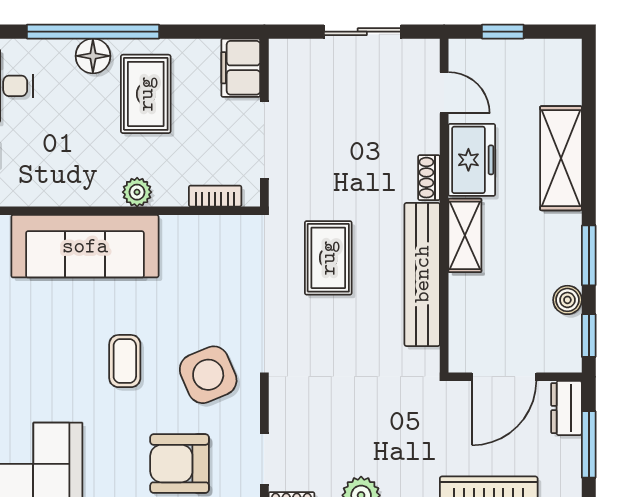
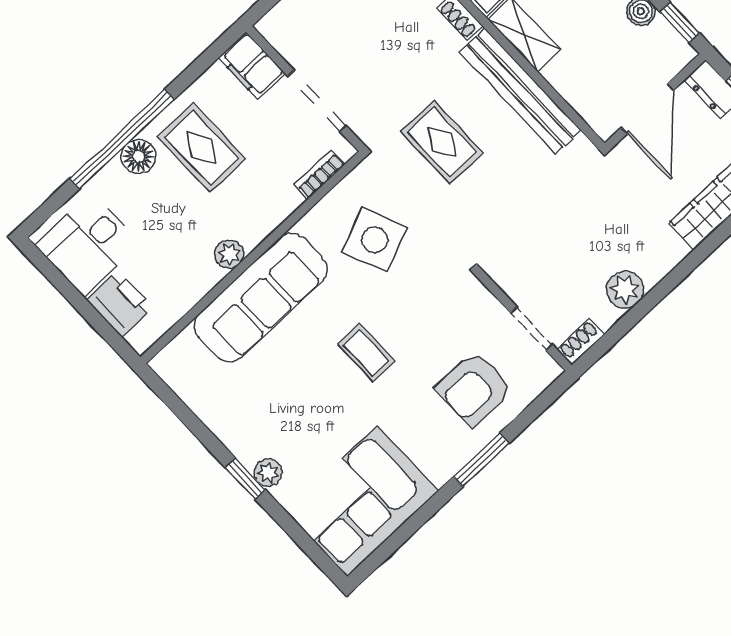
plant: (137, 192) -> (229, 254), moved
side table: (208, 375) -> (375, 240), moved

